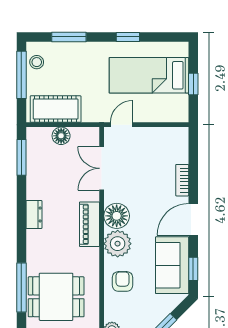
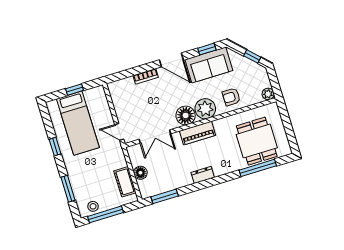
cot: (56, 109) -> (125, 182), width x0.73, depth x0.75

